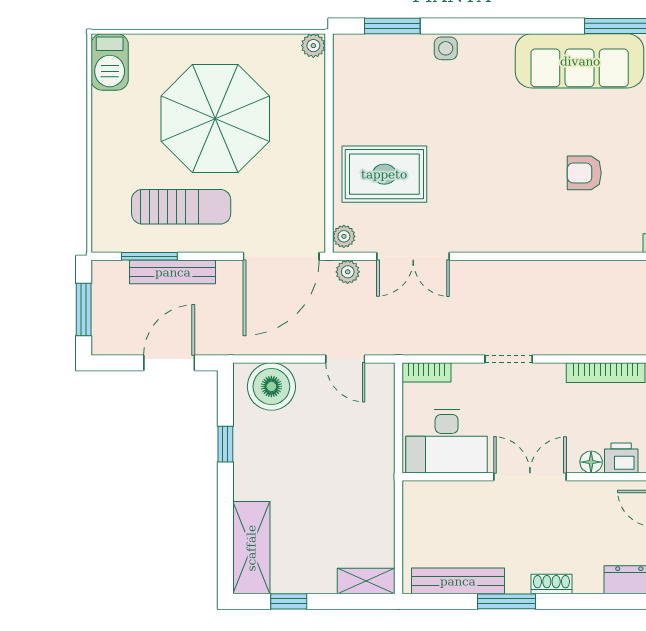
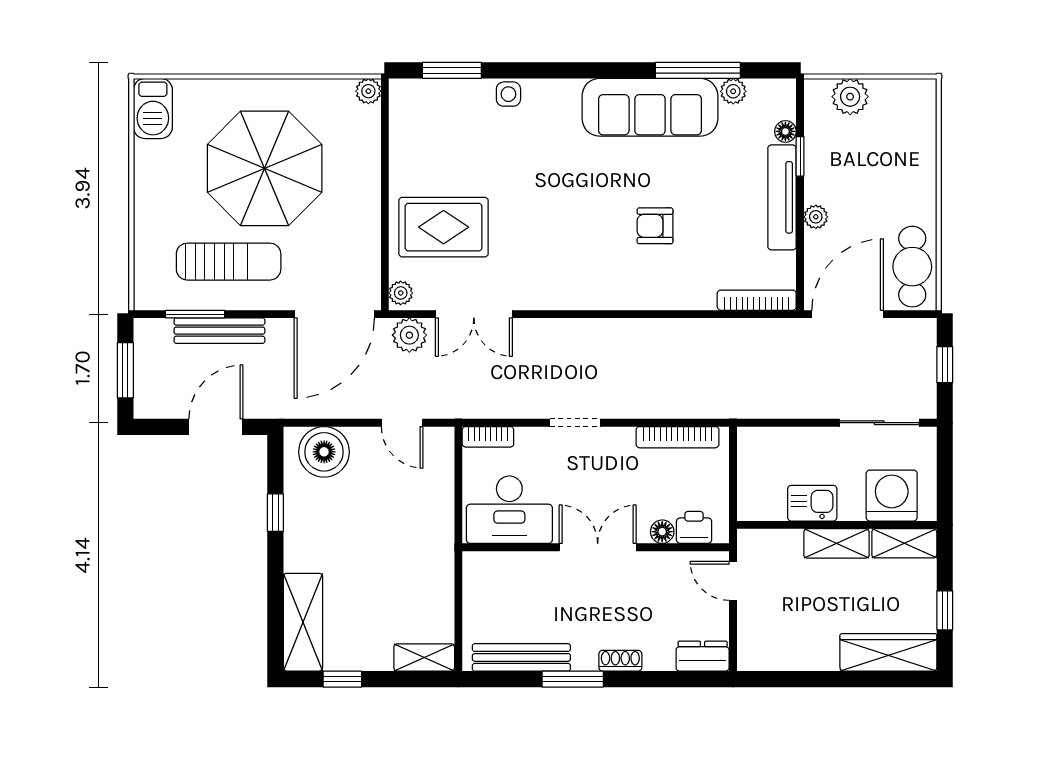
plant: (348, 272) -> (409, 335), width x1.38, depth x1.38

